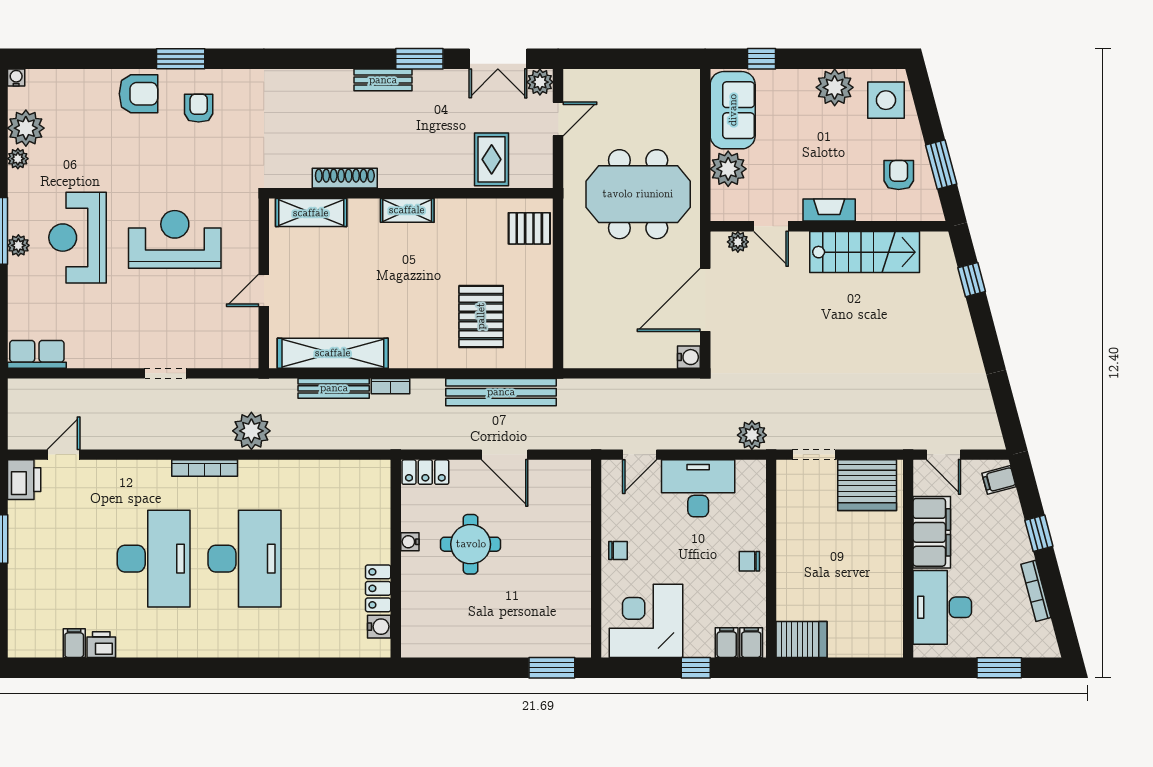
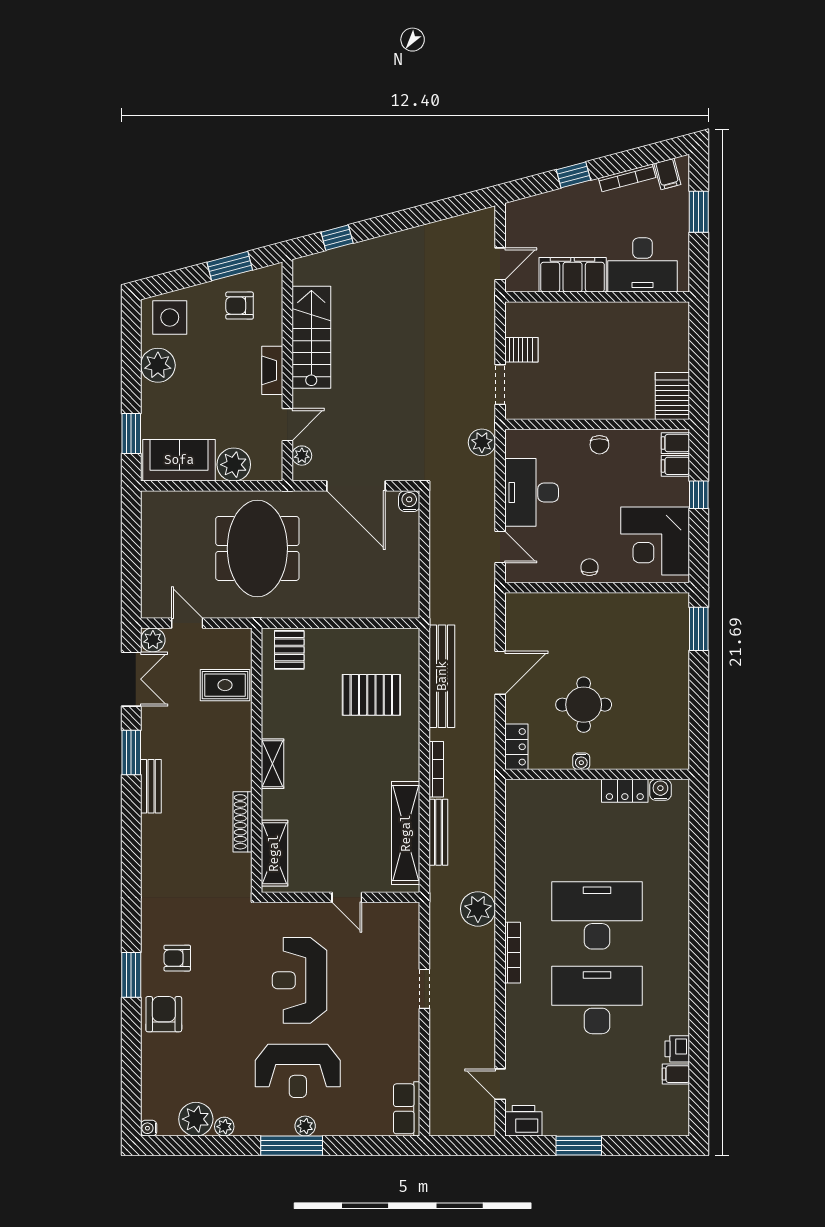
window: (762, 59) -> (131, 433), width x1.50
bookcase: (390, 386) -> (436, 769), width x1.56
filing cabinet: (999, 480) -> (667, 174), moved
server rack: (867, 485) -> (521, 350), width x0.46, depth x0.70

